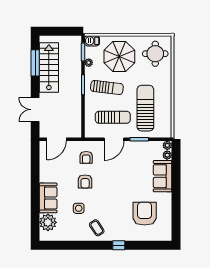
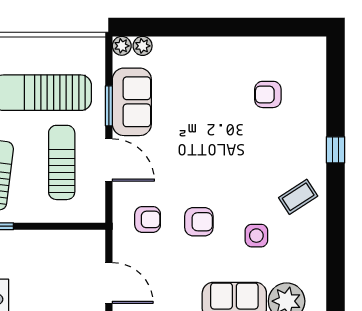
sofa: (163, 176) -> (132, 102), moved, turned -90
armchair: (145, 214) -> (268, 94), width x0.53, depth x0.53

